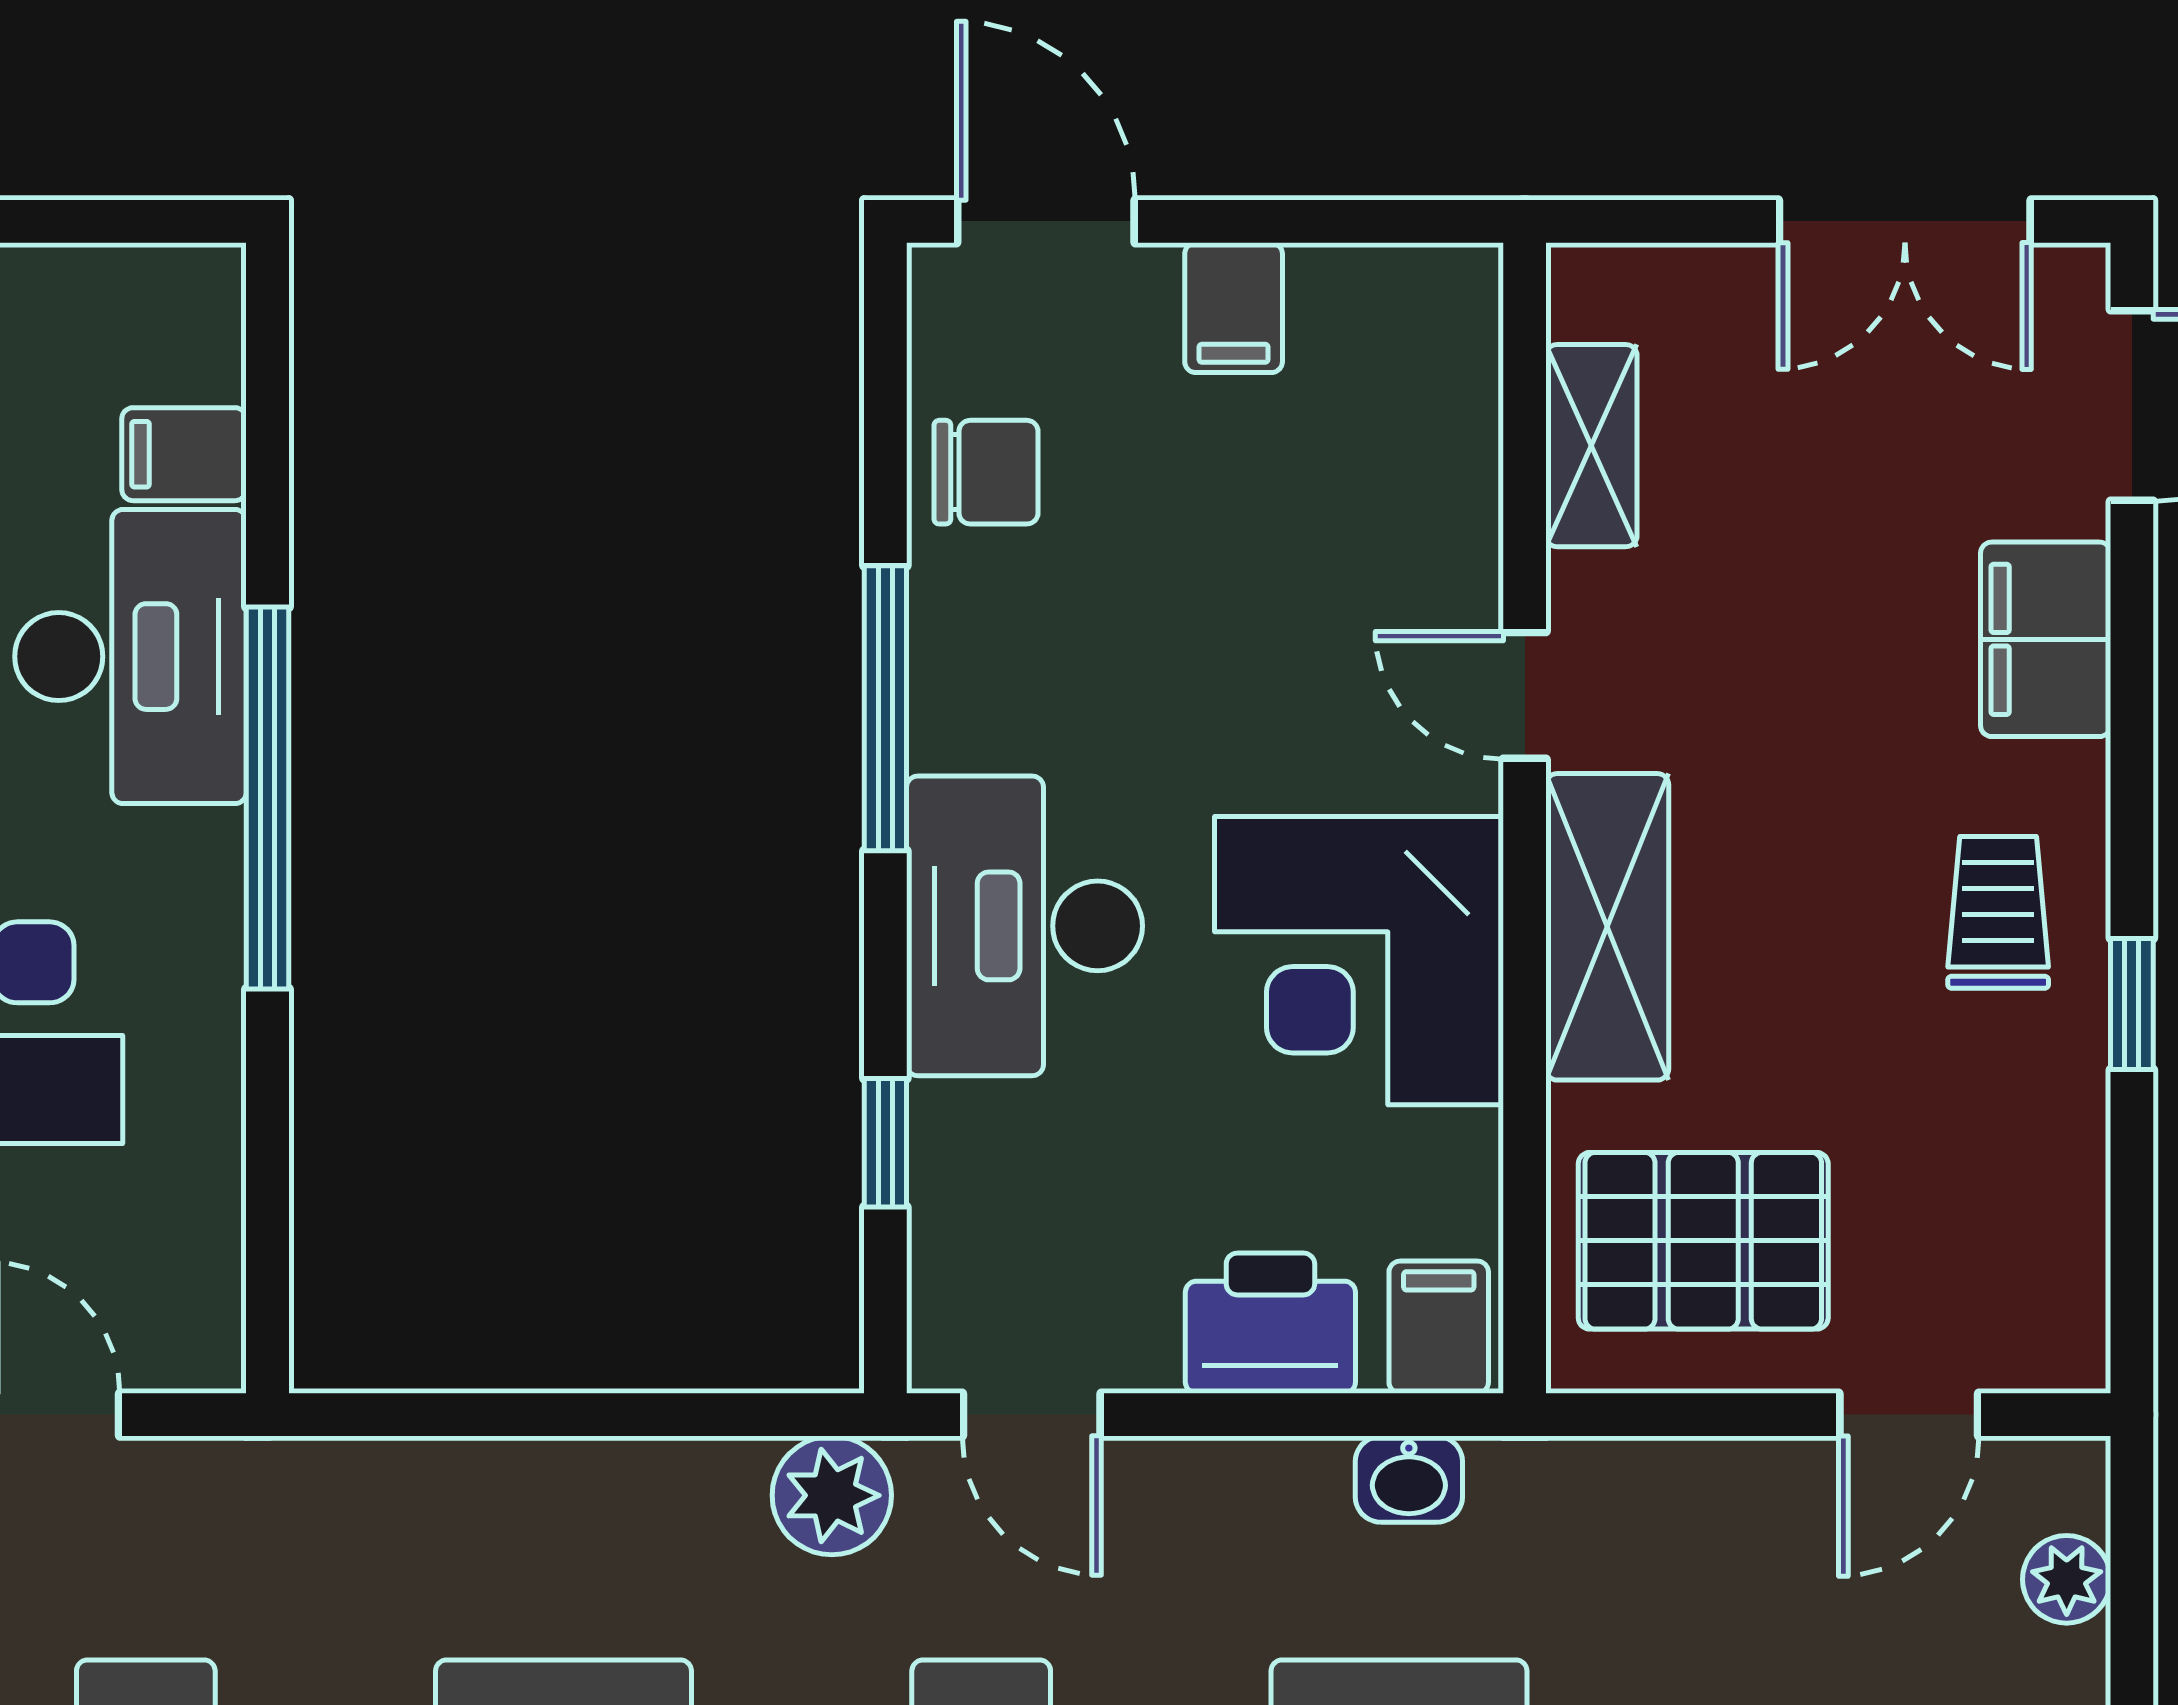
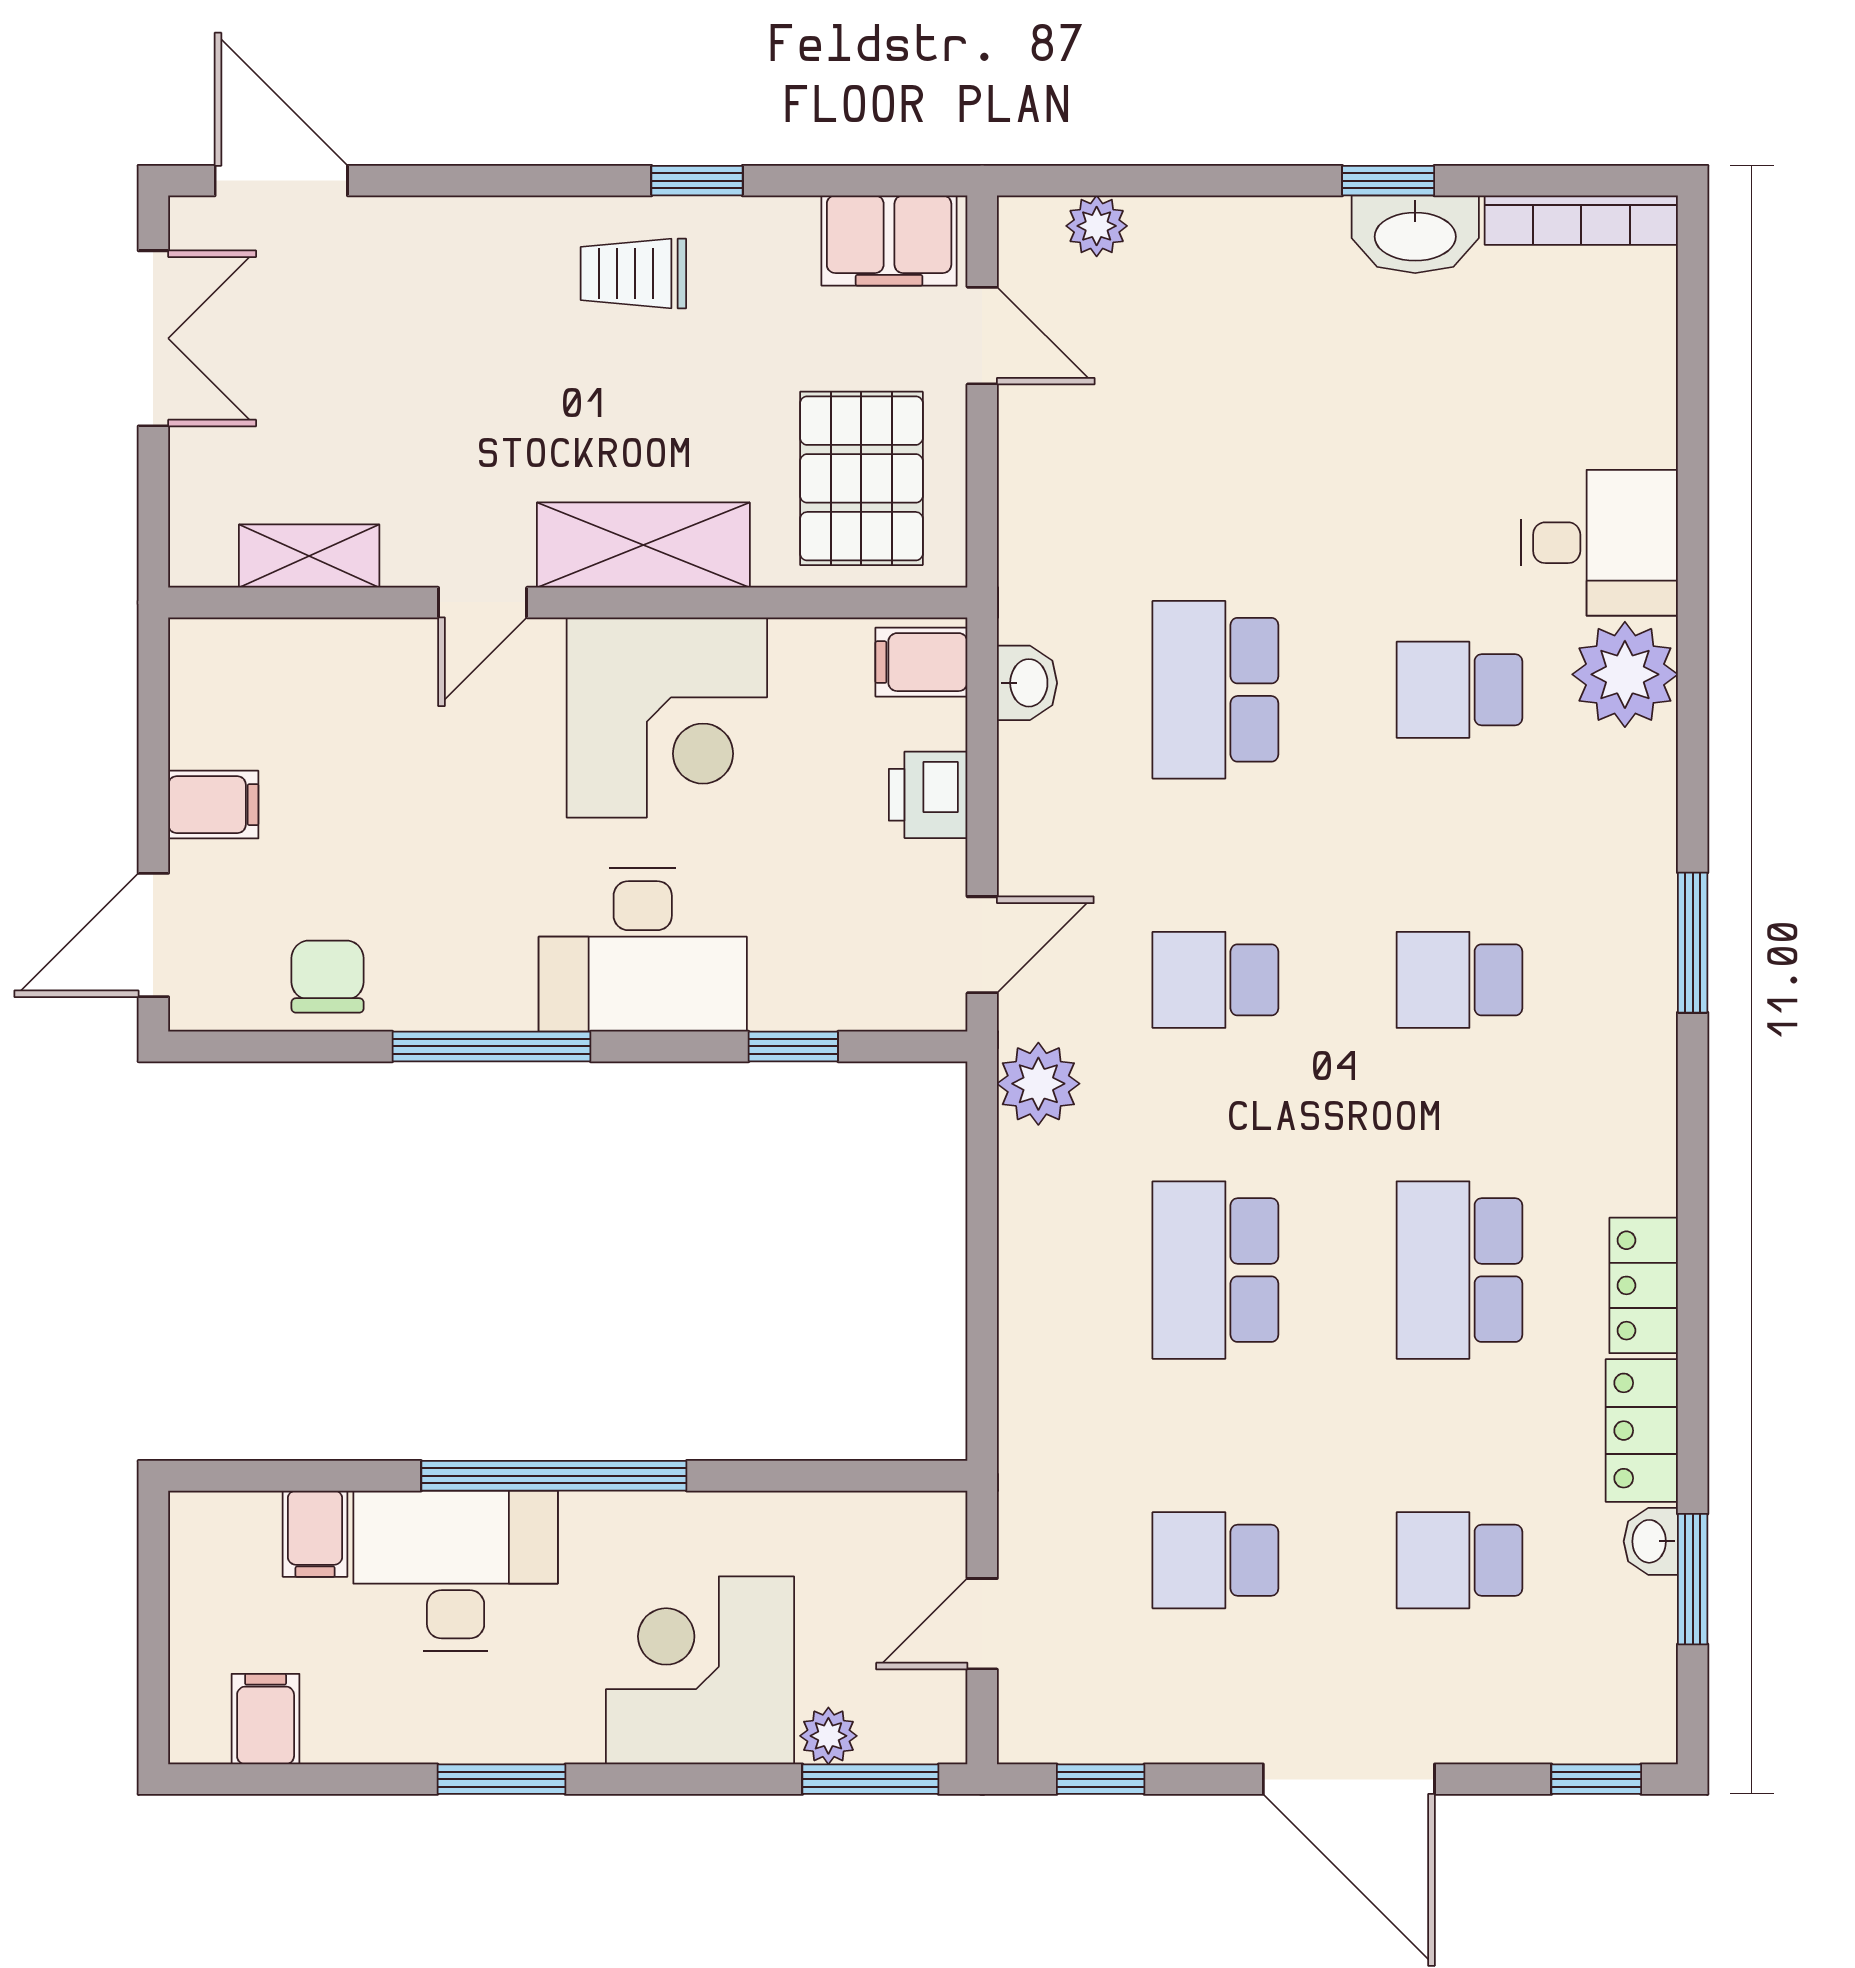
filing cabinet: (2046, 639) -> (889, 241), moved
printer: (1270, 1323) -> (928, 795), width x0.73, depth x0.81

